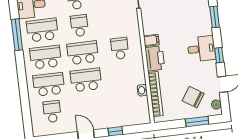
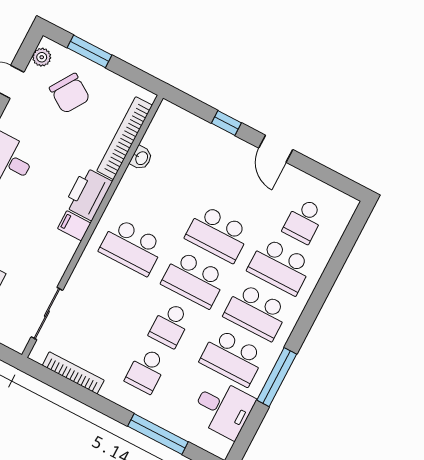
school desk: (120, 48) -> (132, 247), width x1.85

